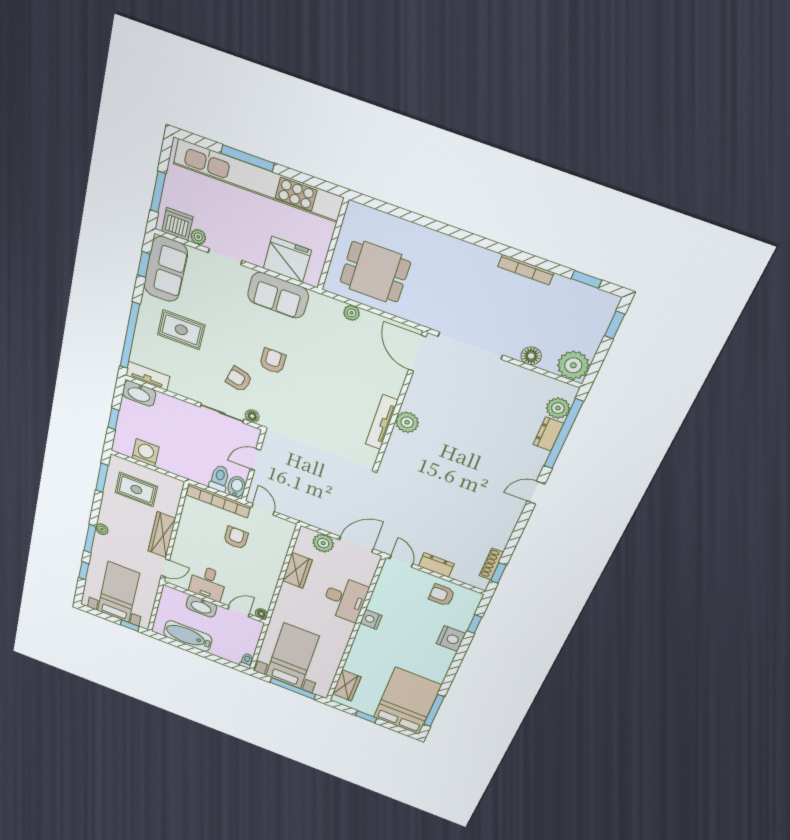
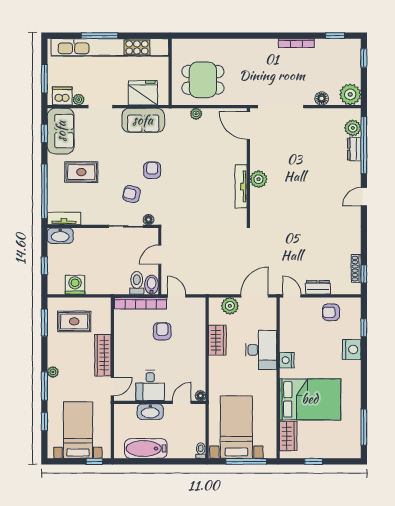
bed: (407, 701) -> (310, 399), moved, turned 90

